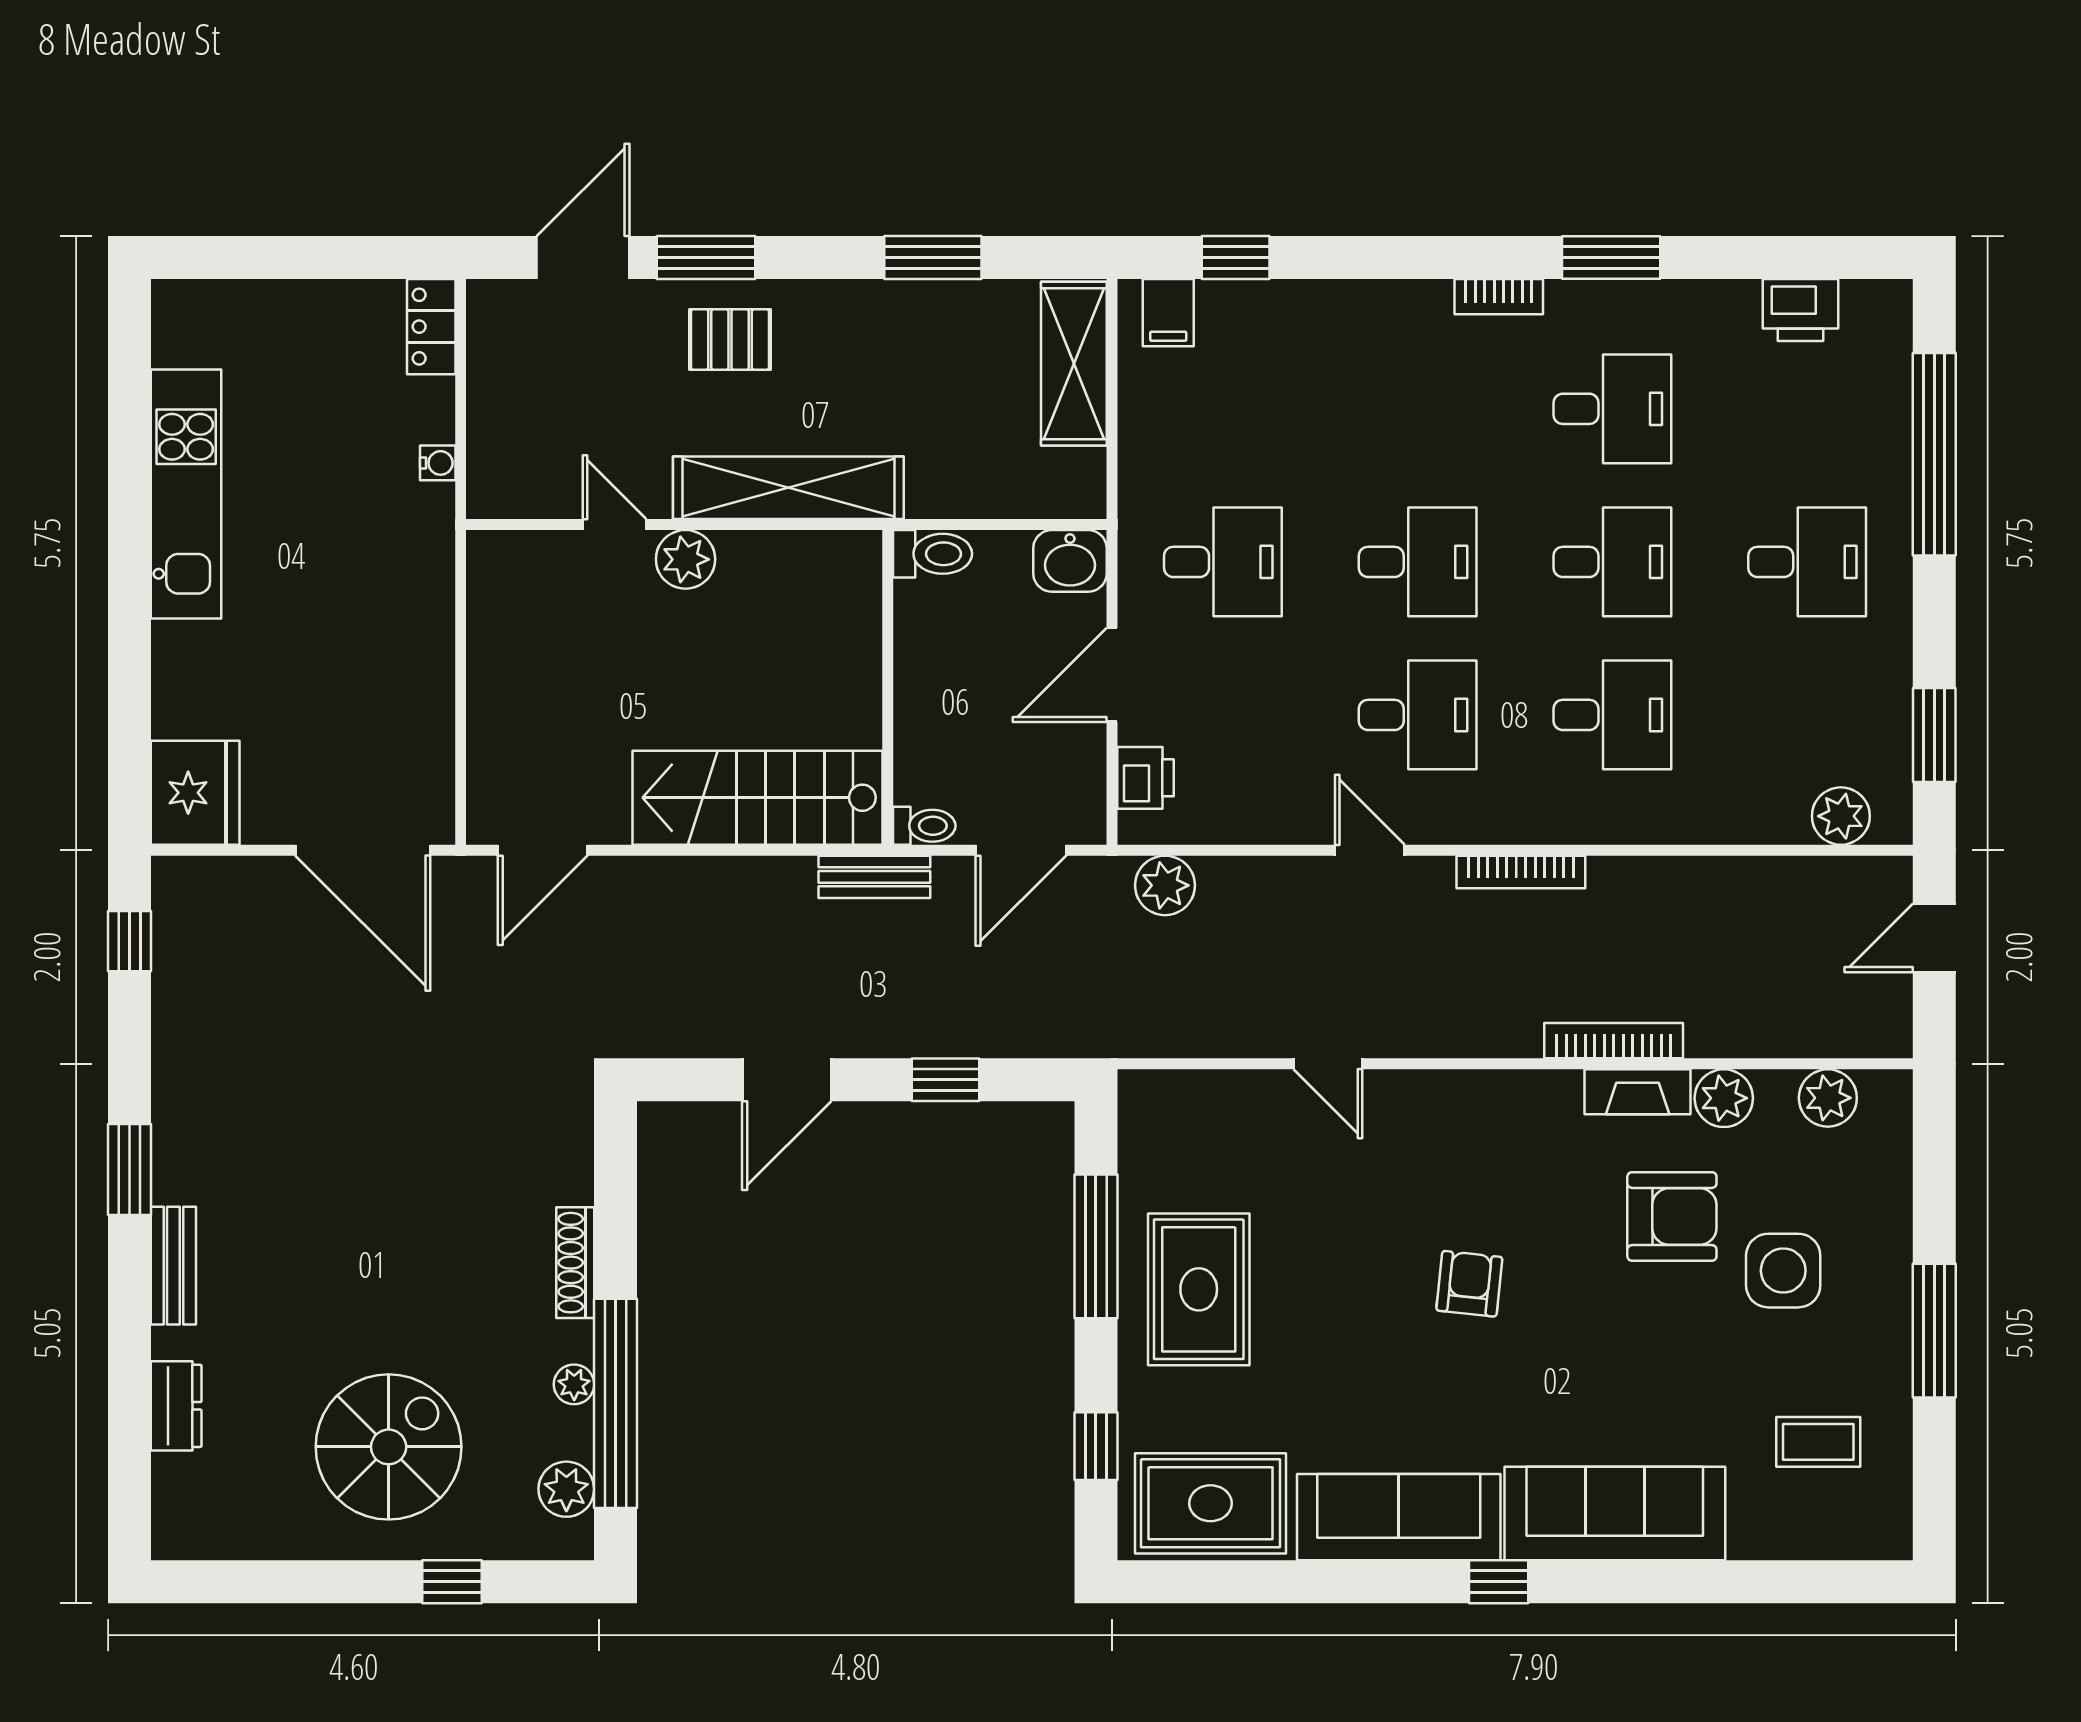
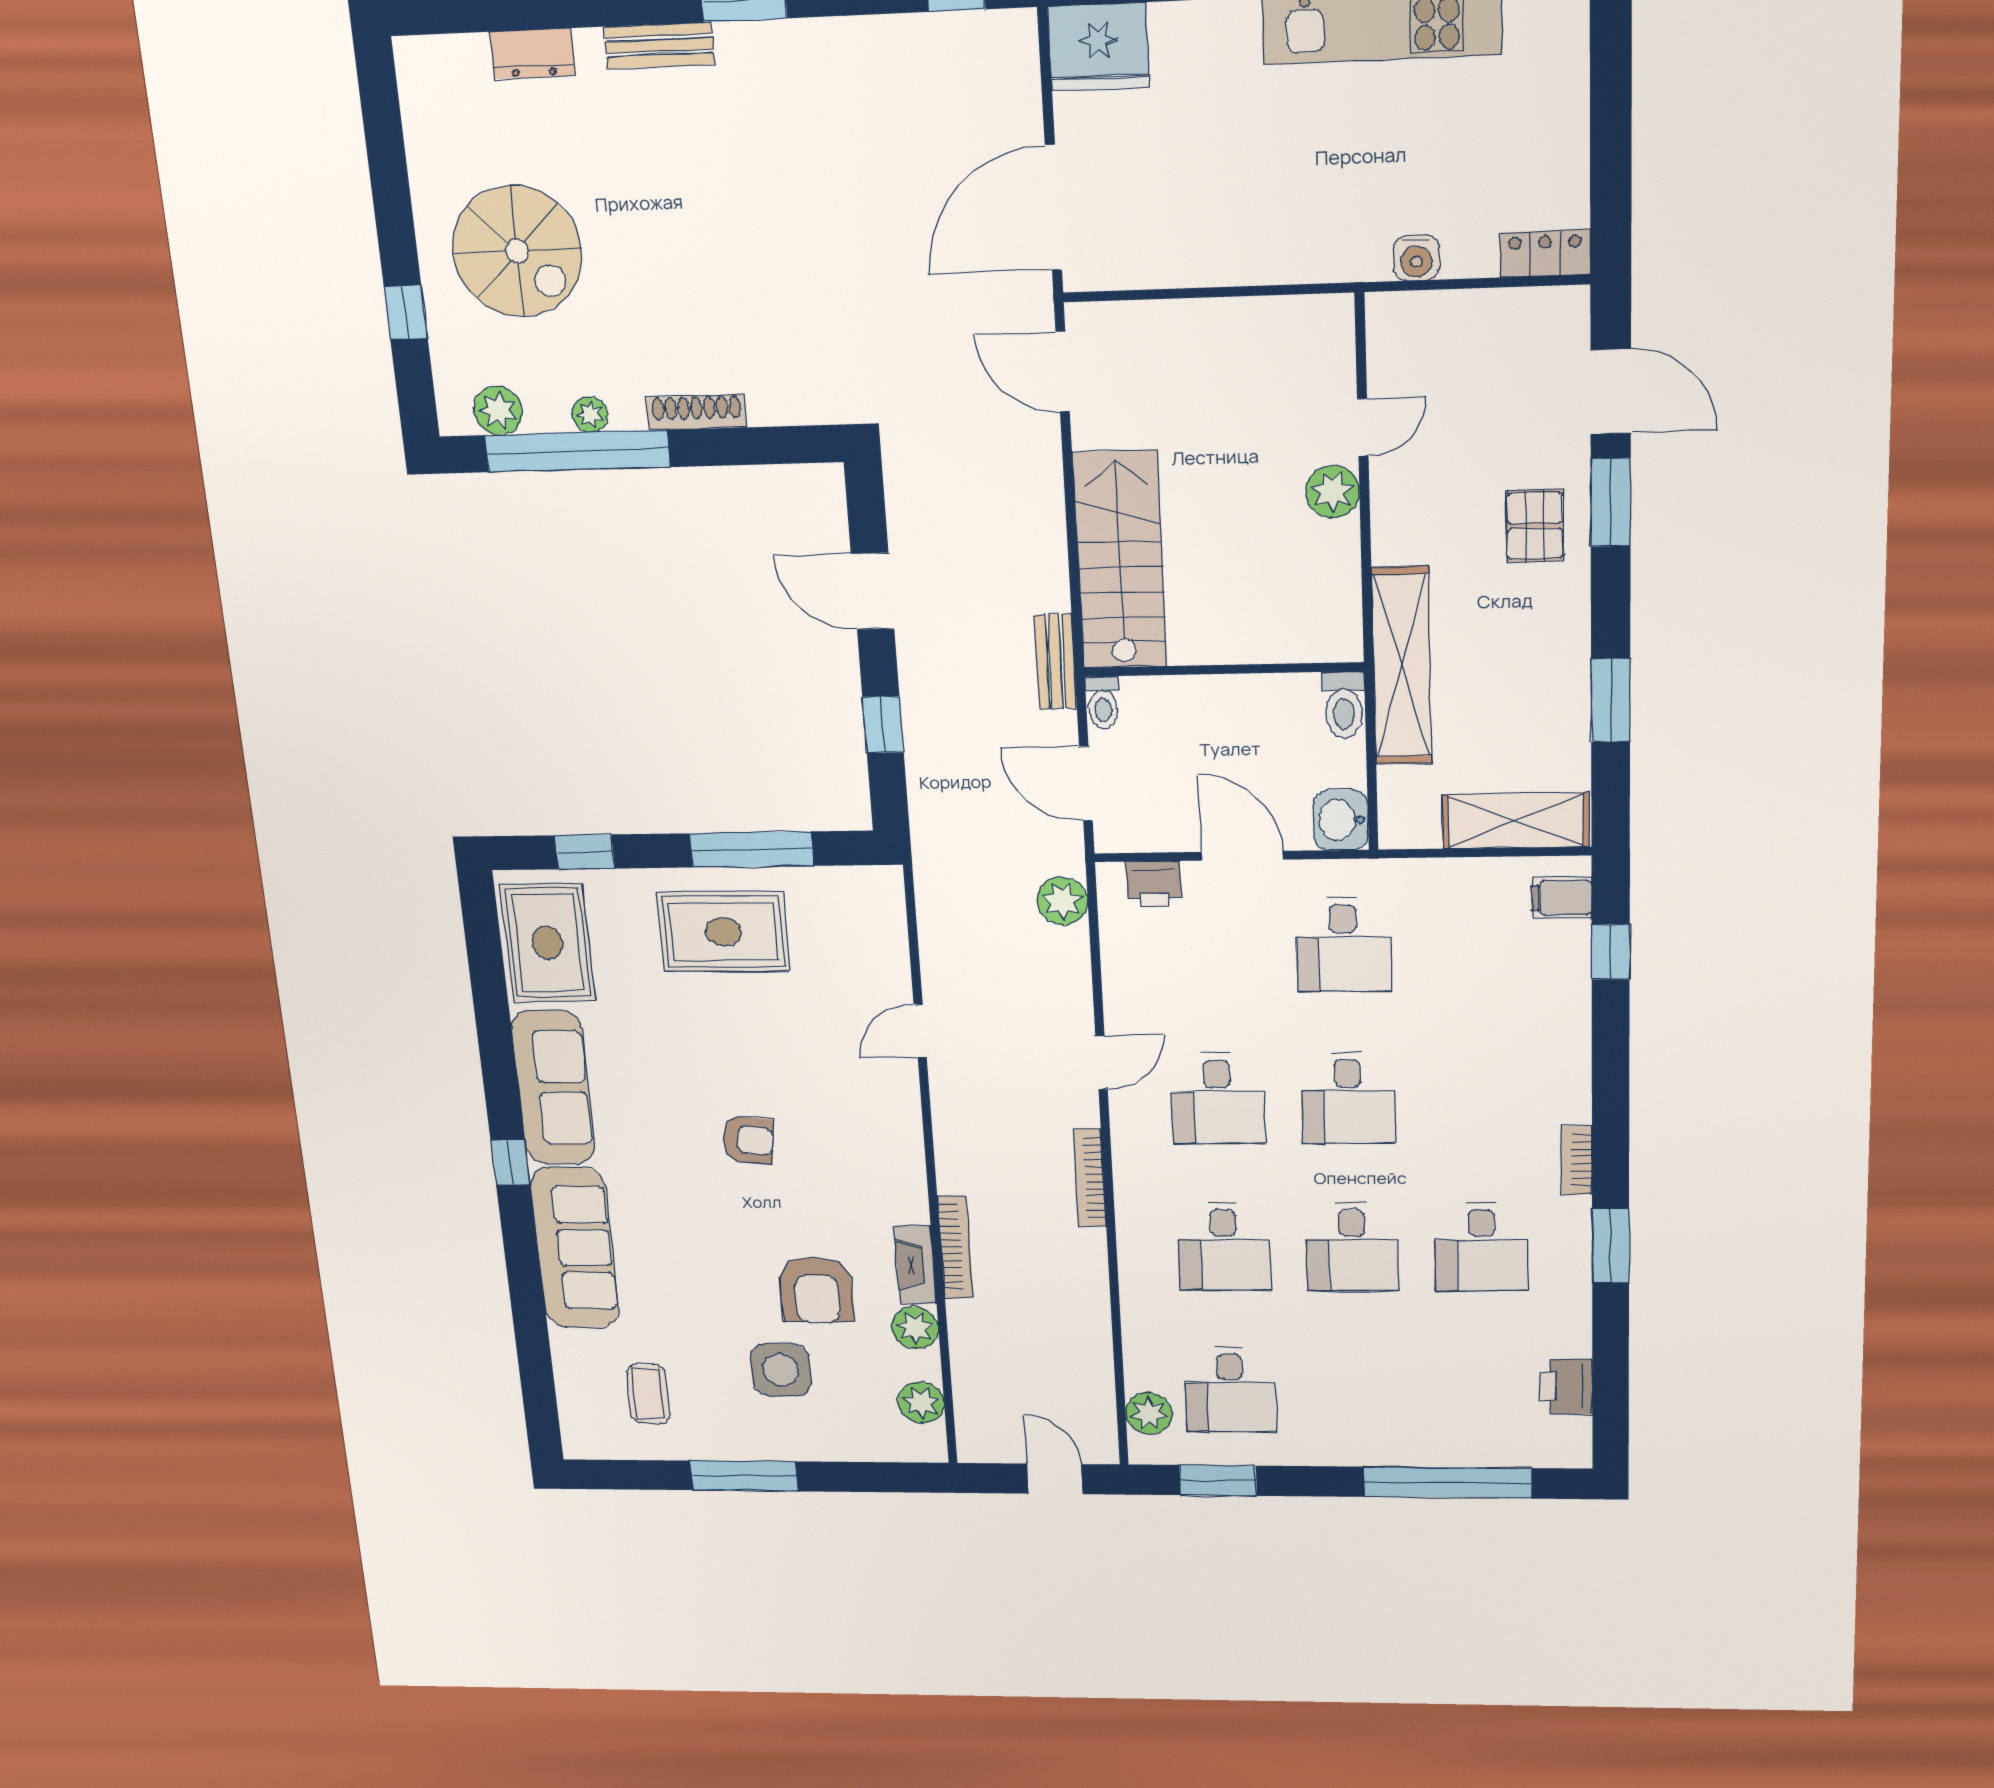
water cooler: (438, 463) -> (1416, 258), width x1.38, depth x1.38
shelving: (788, 488) -> (1402, 666), moved
desk: (1807, 562) -> (1230, 1390), moved

